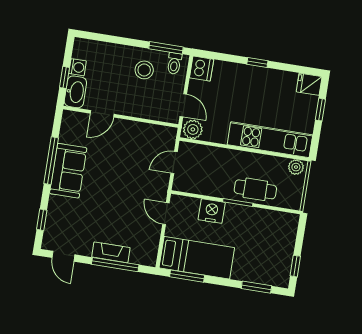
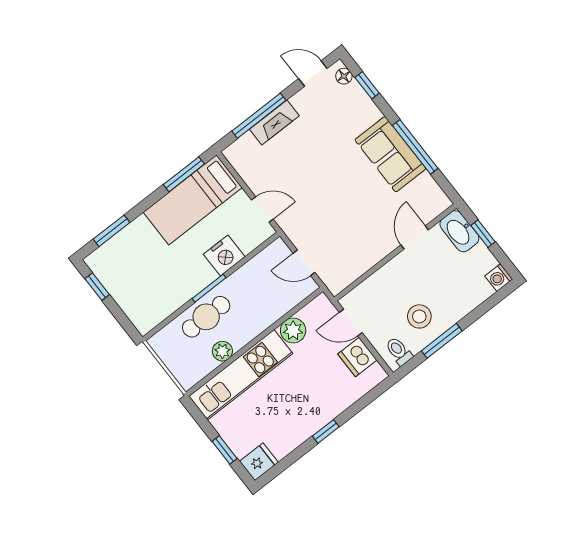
window: (166, 48) -> (442, 341), moved
washing machine: (78, 67) -> (499, 278), moved
dishwasher: (202, 69) -> (357, 357), moved
plant: (193, 129) -> (293, 330), moved
door: (174, 163) -> (304, 263), swing flipped
plant: (296, 167) -> (222, 351), moved
floor lamp: (49, 237) -> (344, 76), added

